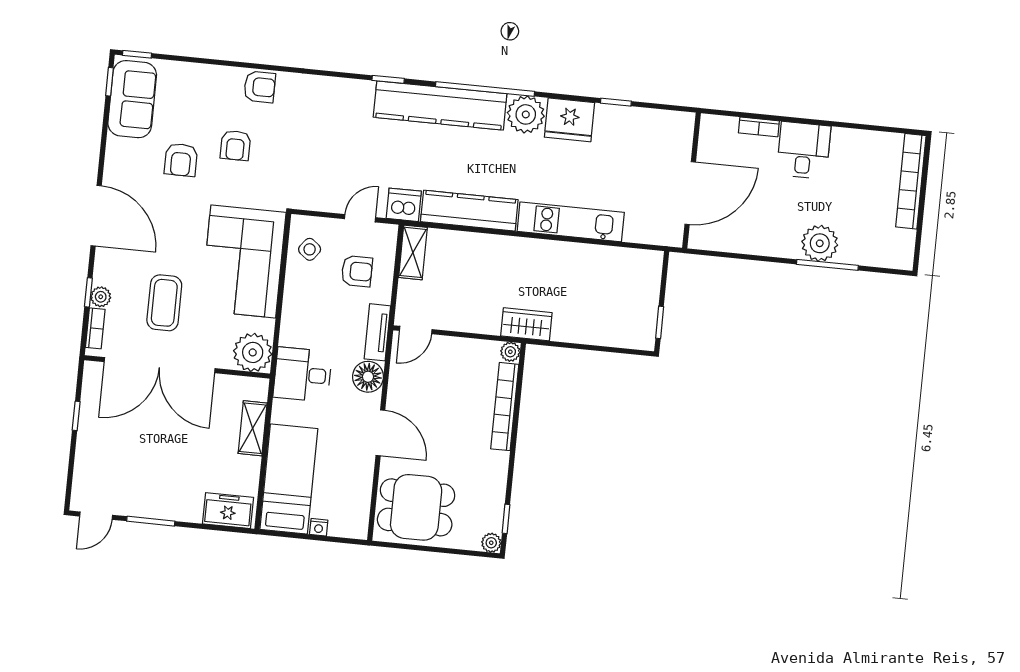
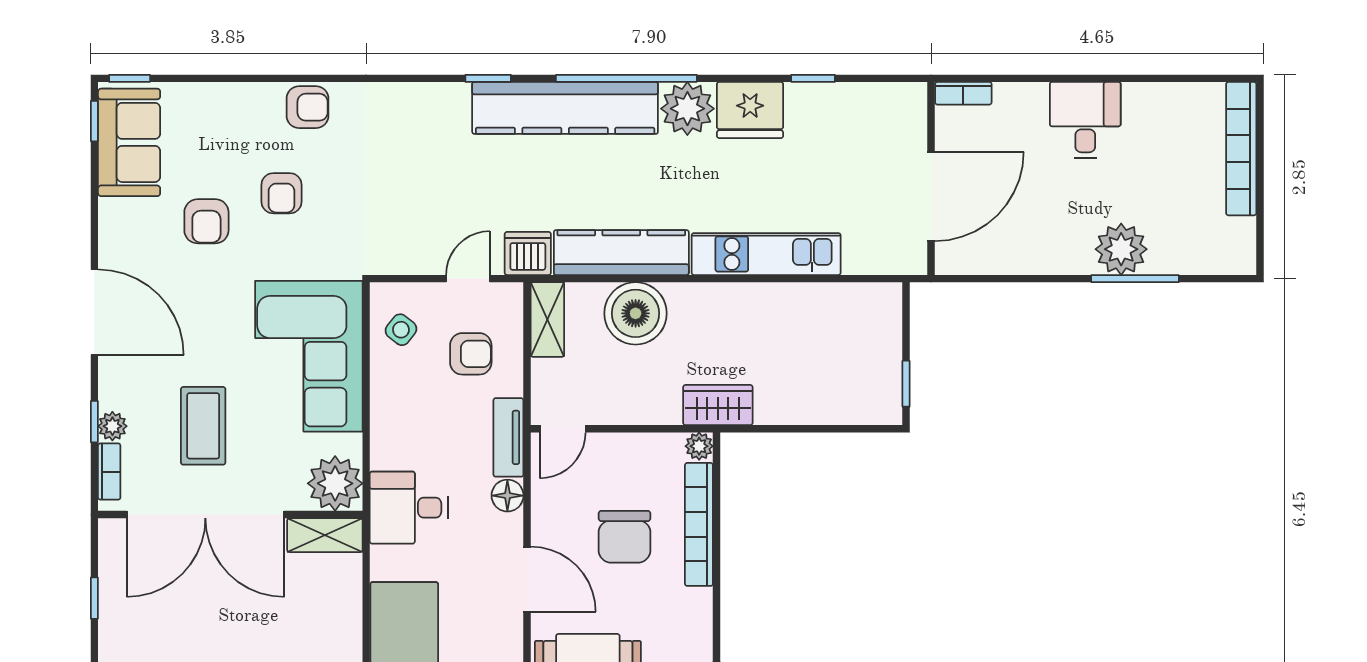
bookcase: (759, 127) -> (963, 93), moved
boiler: (475, 254) -> (636, 313), added
floor lamp: (368, 377) -> (507, 496), width x0.73, depth x0.73
chair: (452, 410) -> (624, 537), added
shelving: (253, 428) -> (325, 535), moved, turned 90

